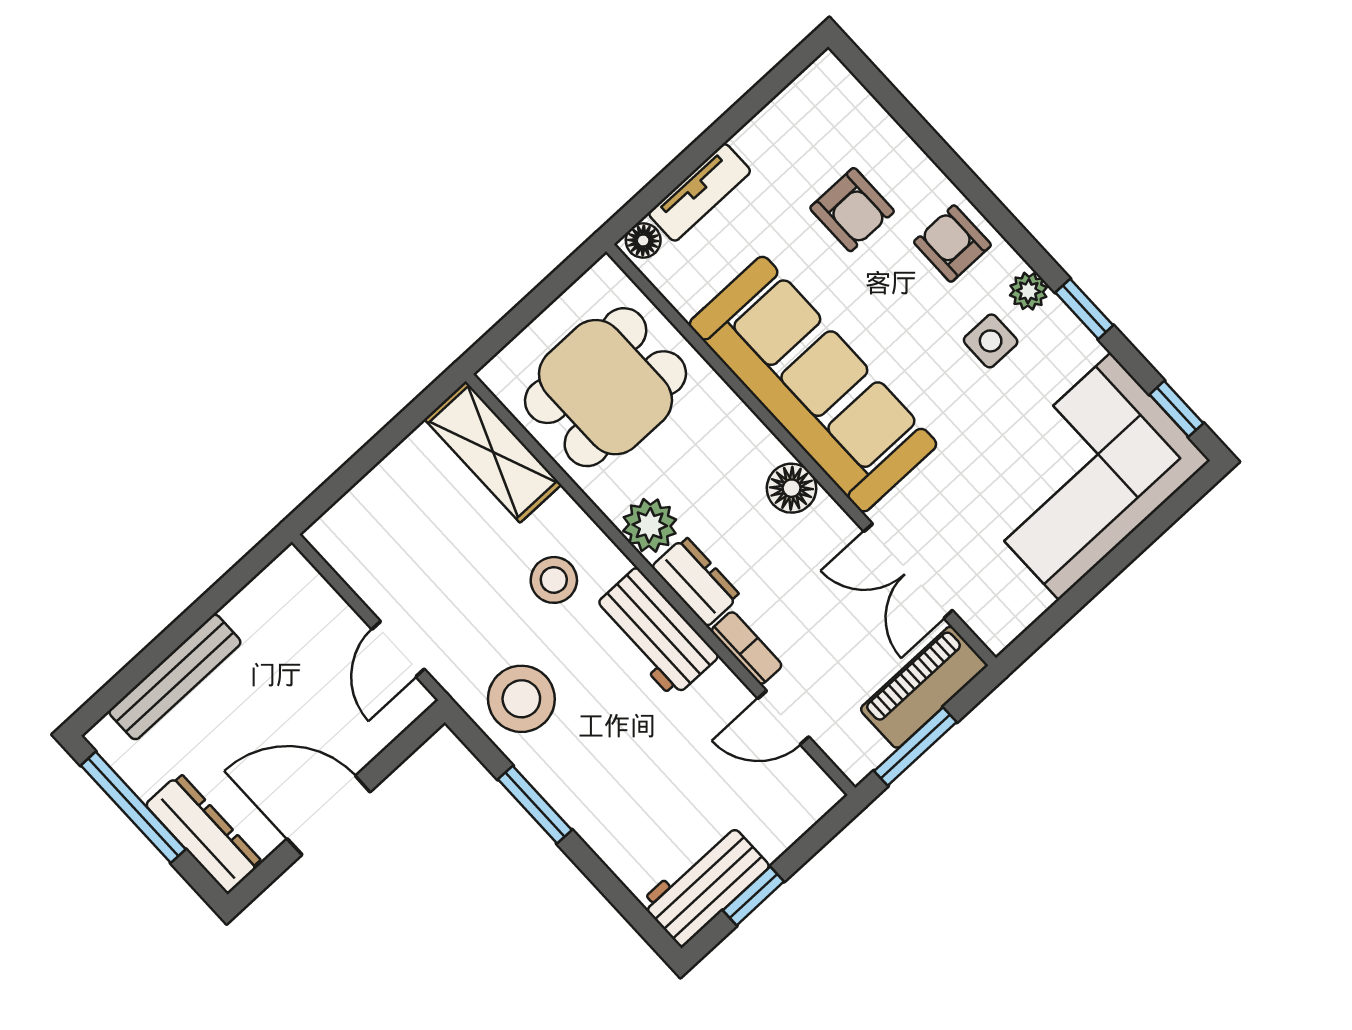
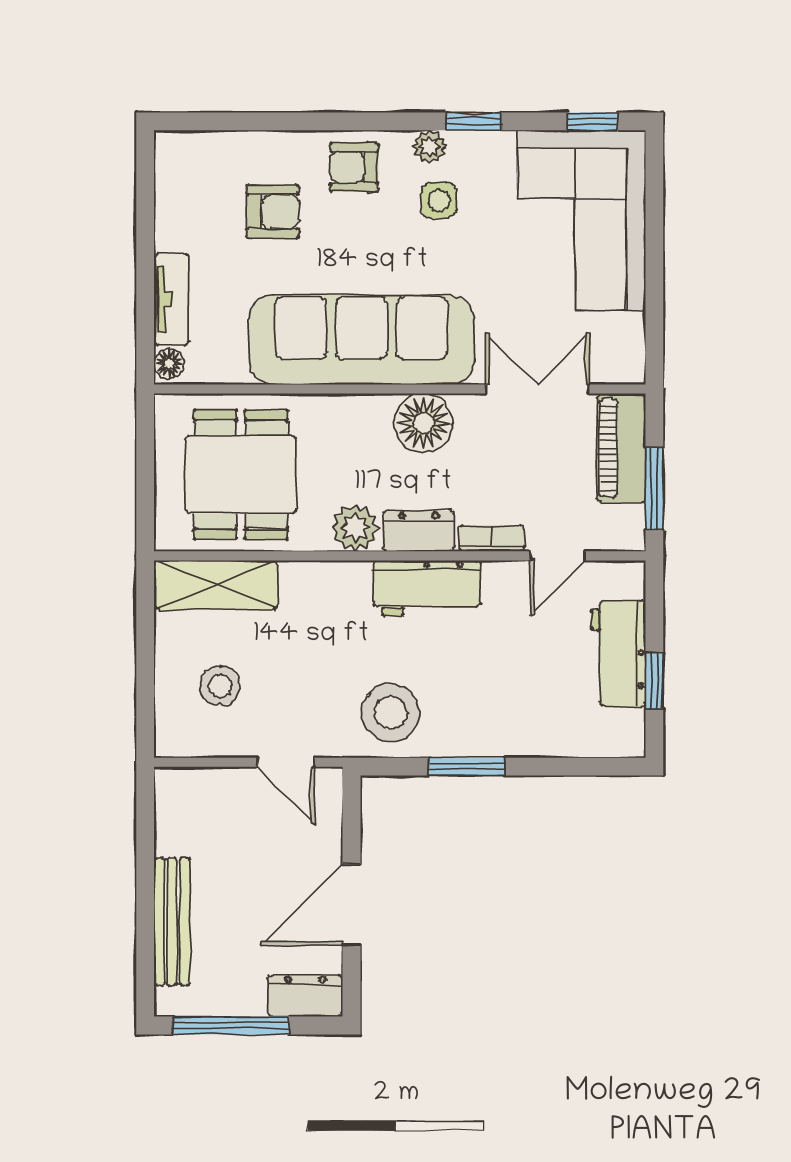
floor lamp: (792, 488) -> (424, 423), width x1.38, depth x1.38
double door: (908, 571) -> (538, 389), swing flipped
stool: (554, 580) -> (220, 686), moved
dresser: (204, 833) -> (305, 996), width x0.70
workbench: (705, 884) -> (618, 654), moved

